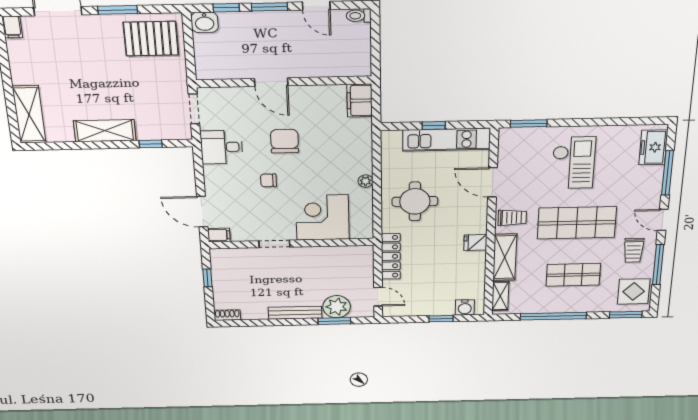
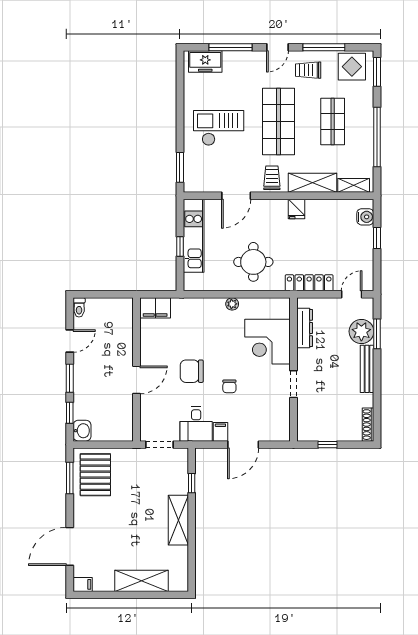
window: (118, 10) -> (70, 478), moved
shelving: (29, 114) -> (141, 581), moved
door: (202, 212) -> (243, 445), moved
filing cabinet: (219, 235) -> (220, 432), moved
trolley: (634, 250) -> (308, 70), turned 180
dresser: (339, 253) -> (305, 328), added
shoe rack: (227, 315) -> (368, 425), width x1.43

